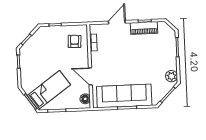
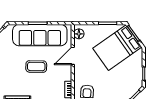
coffee table: (127, 64) -> (36, 67), added
door: (90, 76) -> (73, 56), swing flipped
bed: (49, 90) -> (117, 48), width x1.50

